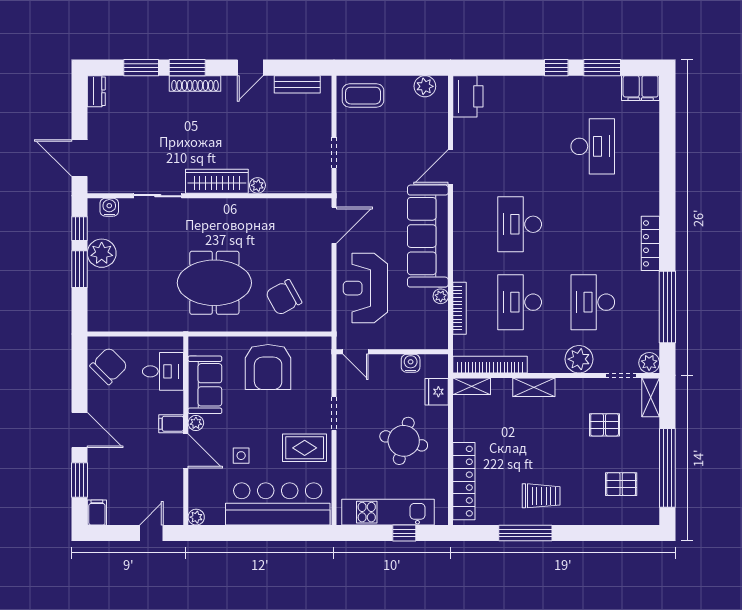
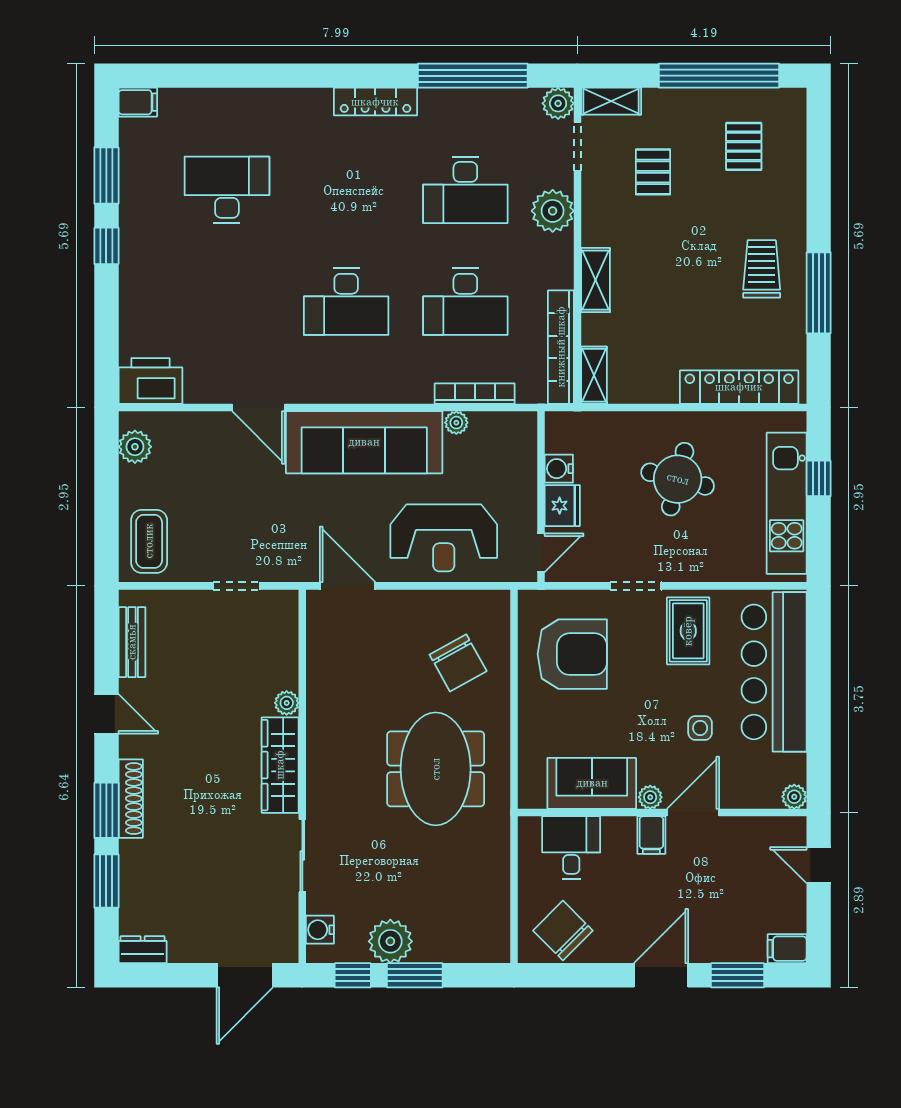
filing cabinet: (641, 88) -> (138, 102), width x0.50
armchair: (268, 367) -> (572, 654), moved
fridge: (437, 392) -> (562, 506), moved, turned -90

